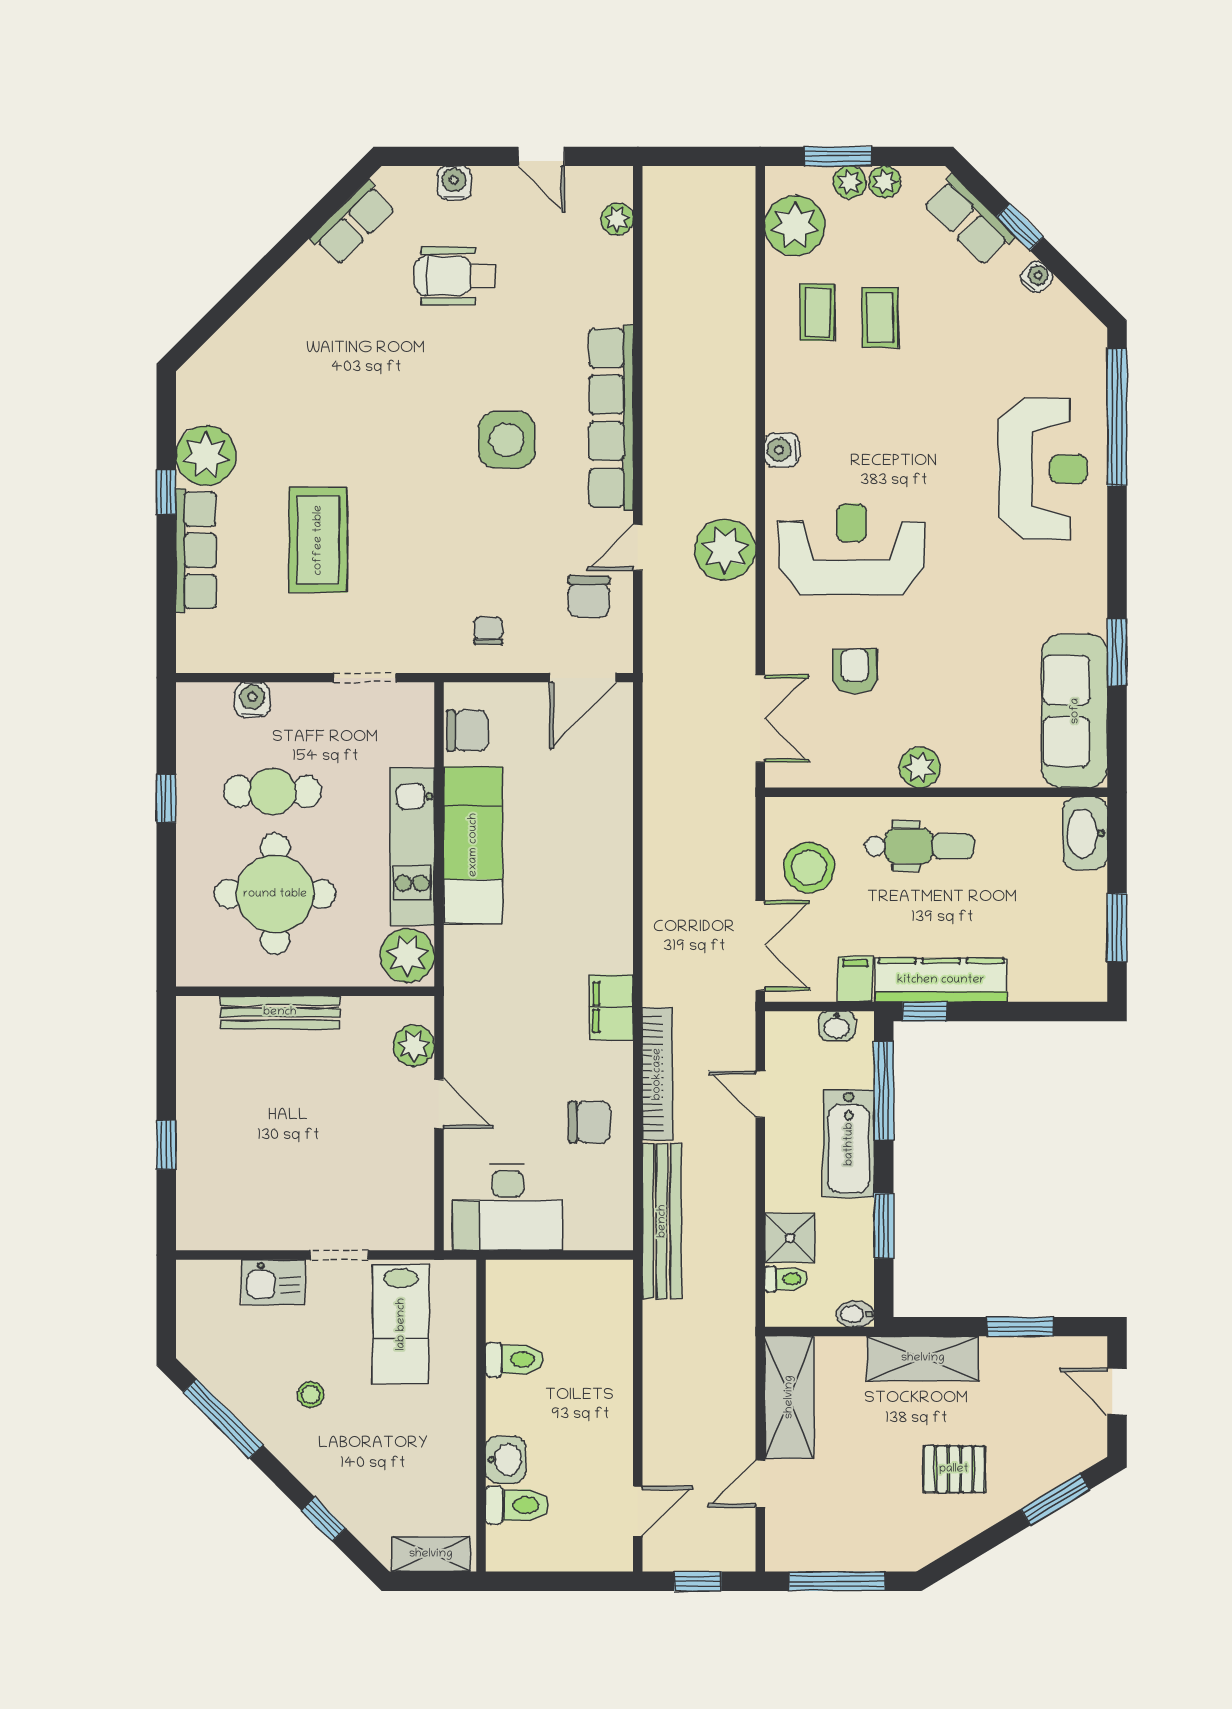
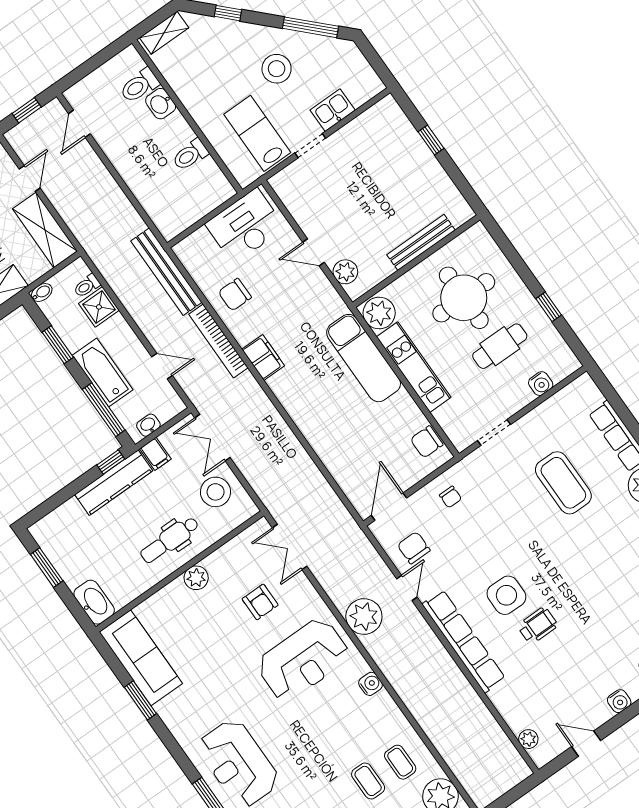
wheelchair: (455, 276) -> (537, 626), moved, width x0.73, depth x0.73
exam couch: (473, 845) -> (364, 358), moved
stool: (311, 1395) -> (277, 69), width x1.89, depth x1.89

